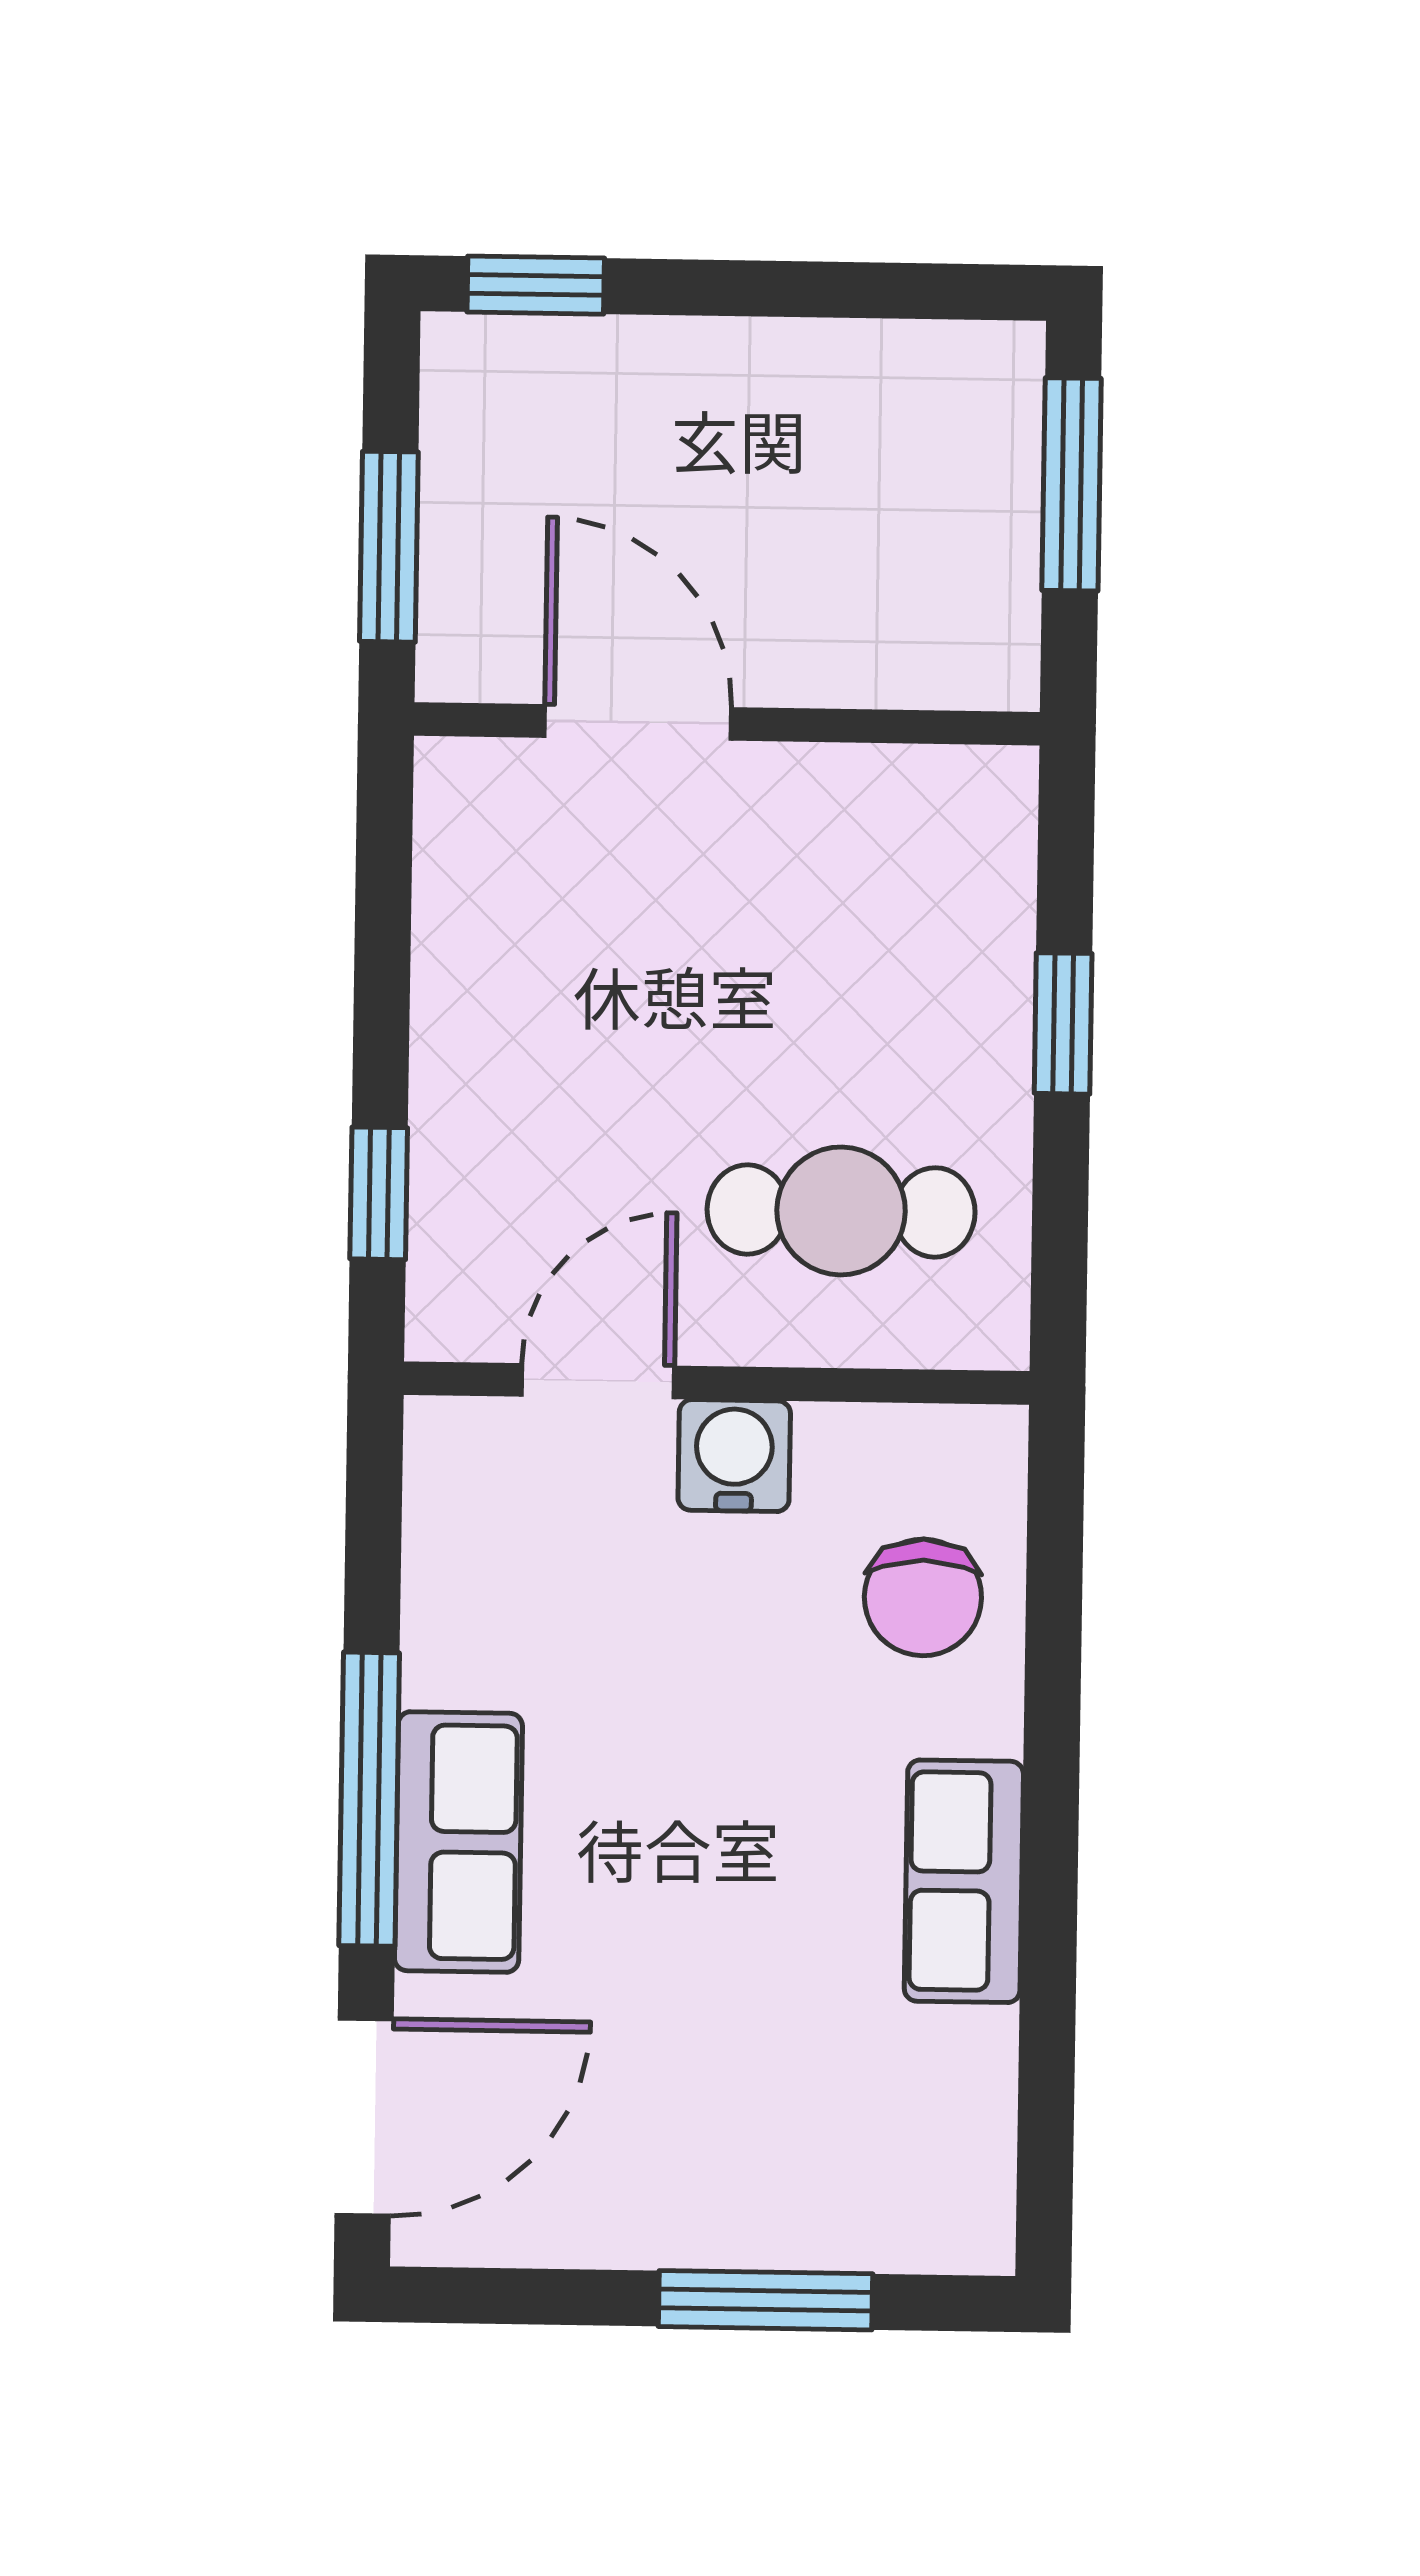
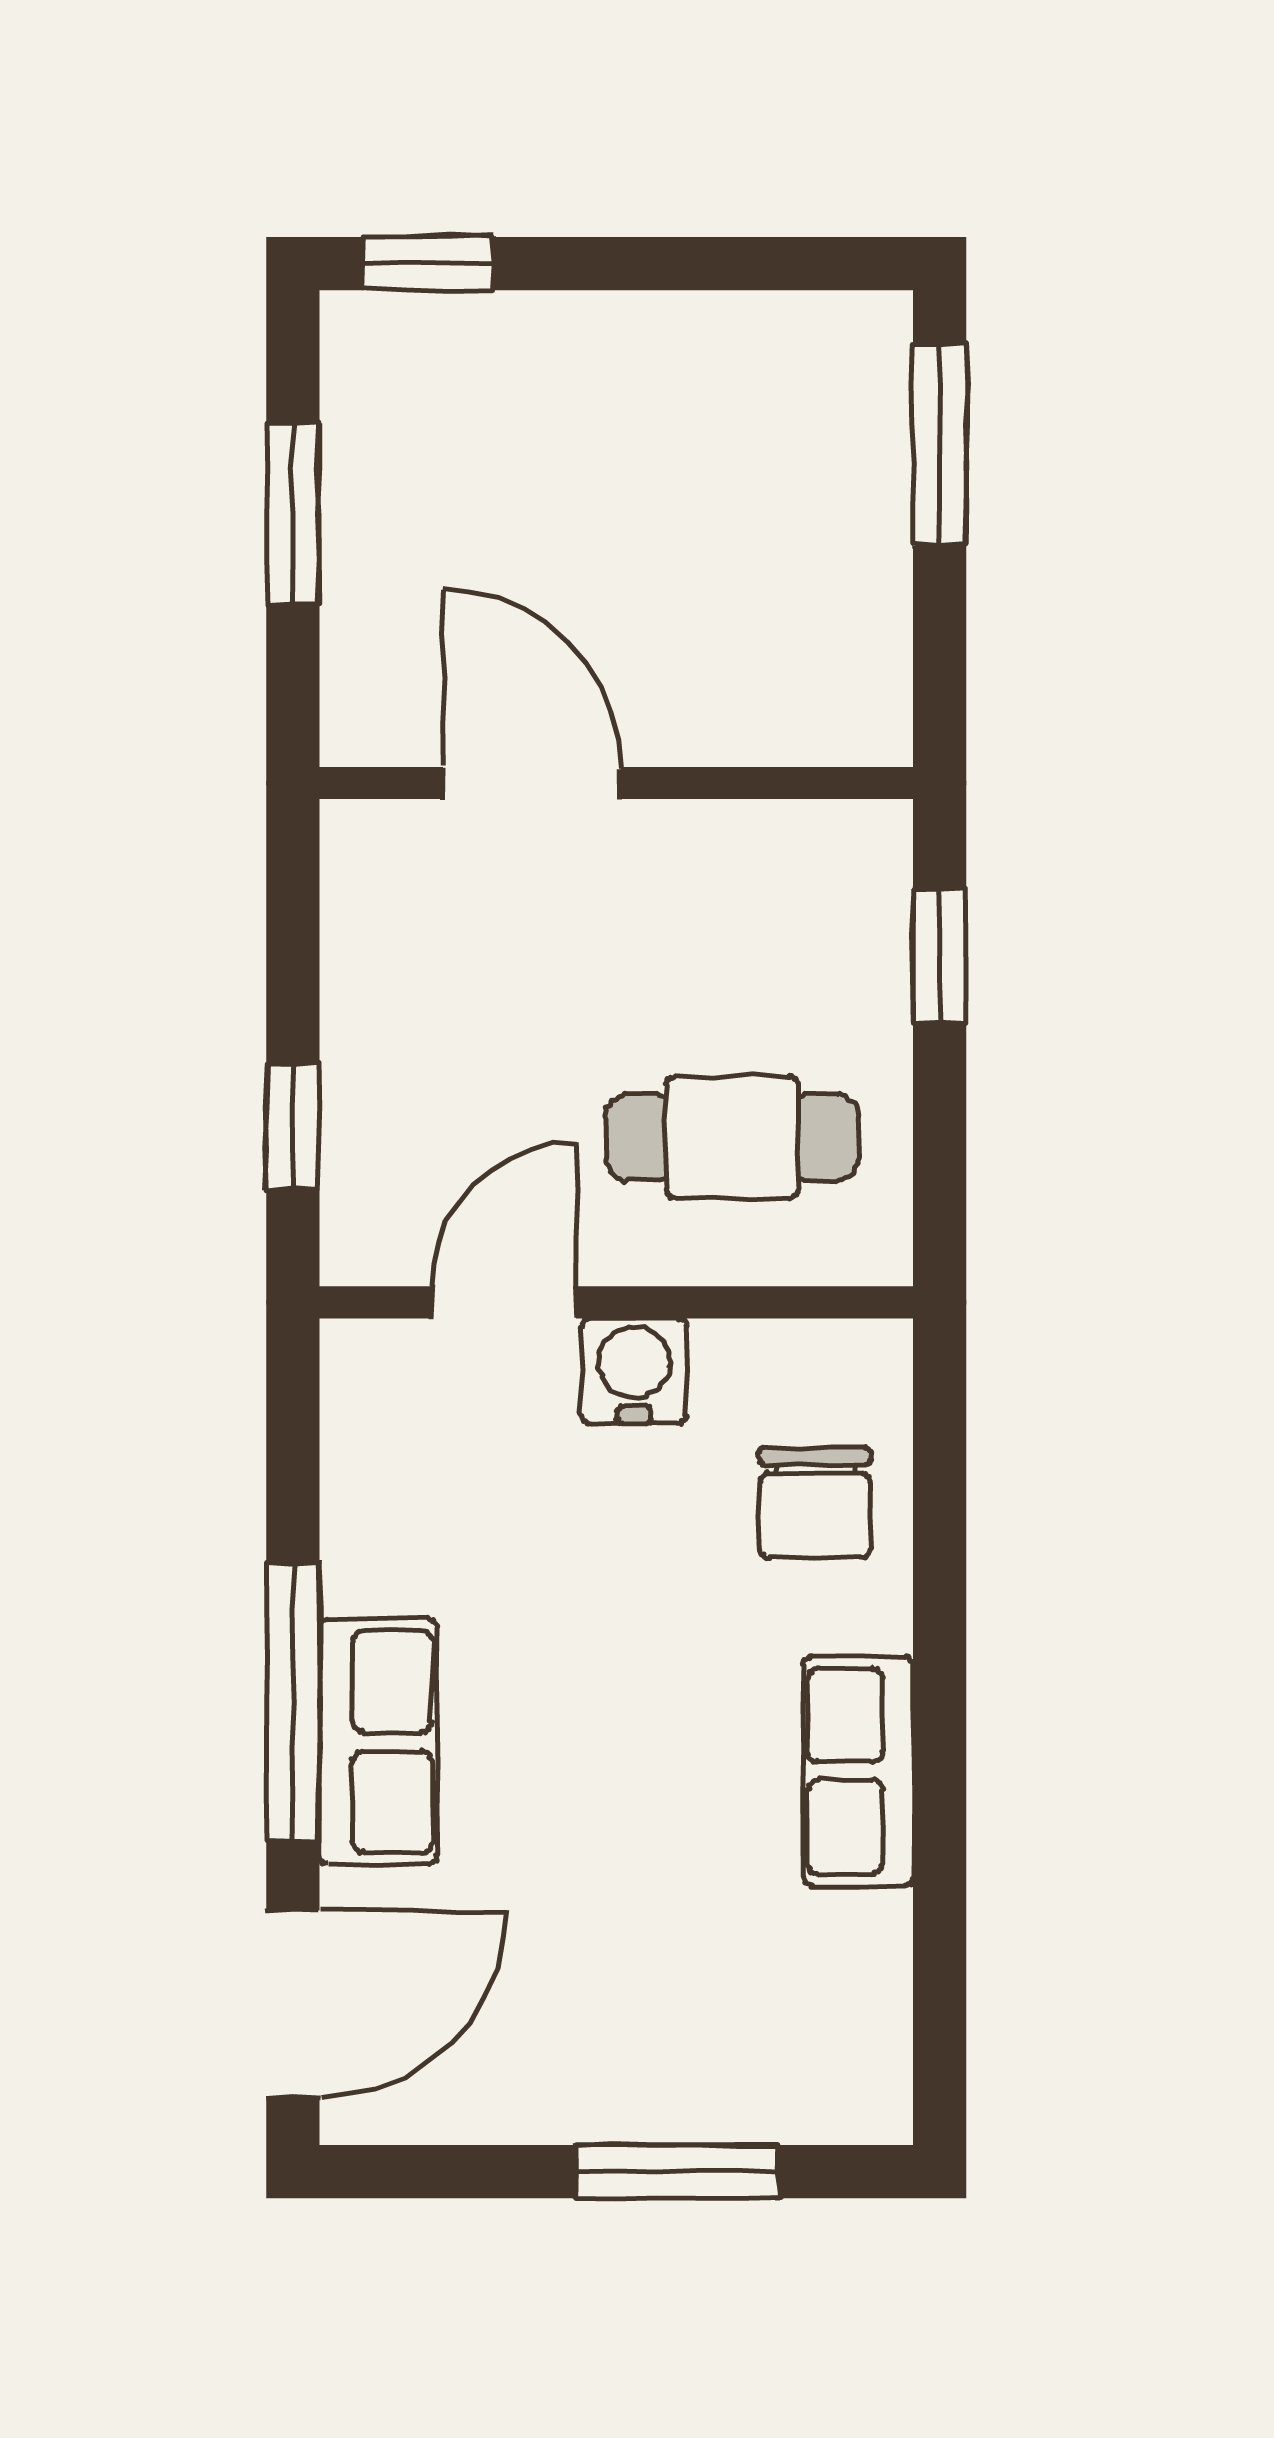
door: (638, 722) -> (532, 783), moved
wall: (727, 724) -> (616, 783), moved

